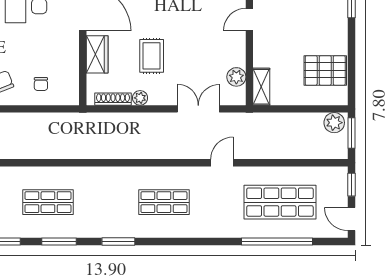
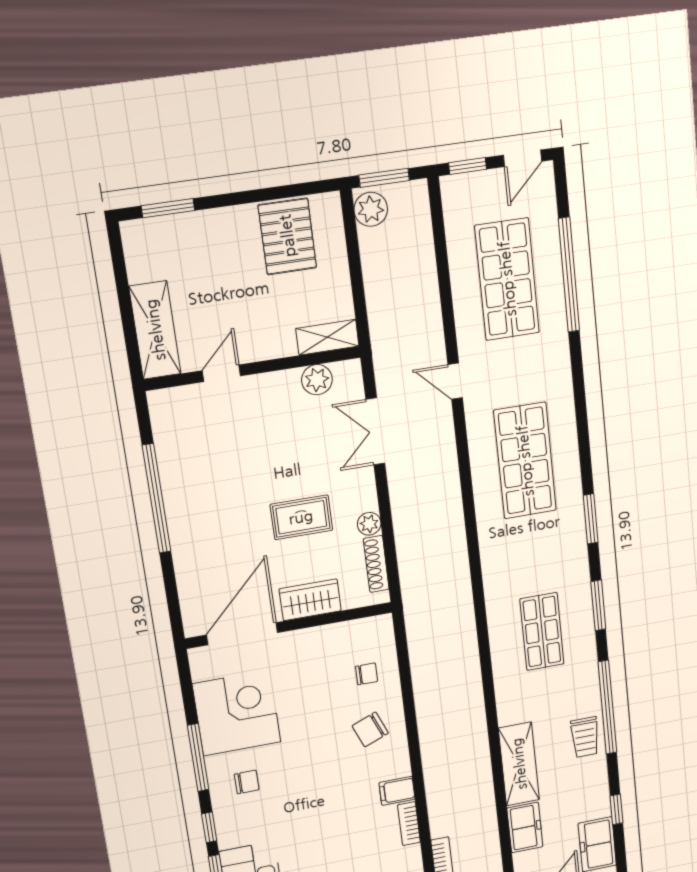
door: (249, 20) -> (221, 373), swing flipped
shop shelf: (164, 202) -> (525, 461), width x1.43, depth x1.36

